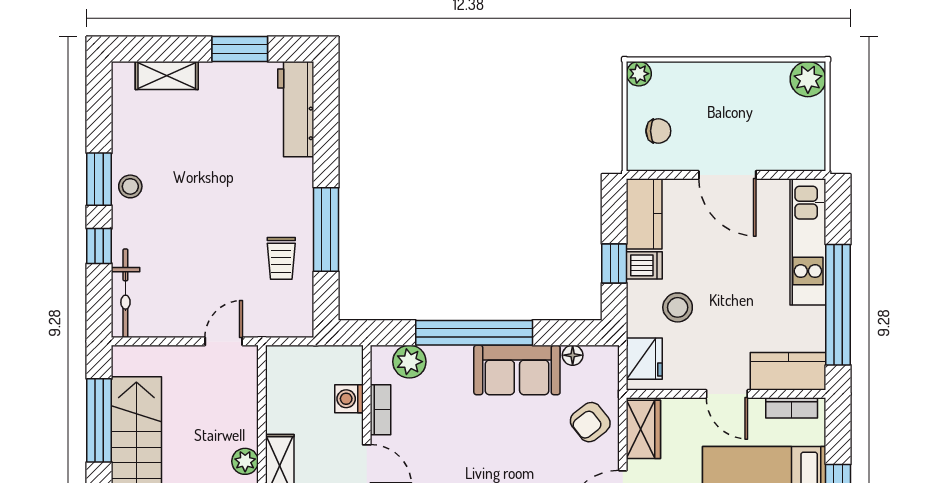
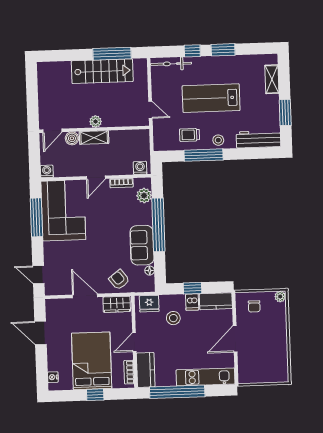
plant: (808, 79) -> (280, 374), removed
stool: (130, 186) -> (218, 140), moved
lab bench: (203, 209) -> (211, 98), added
washing machine: (349, 399) -> (140, 168), moved

